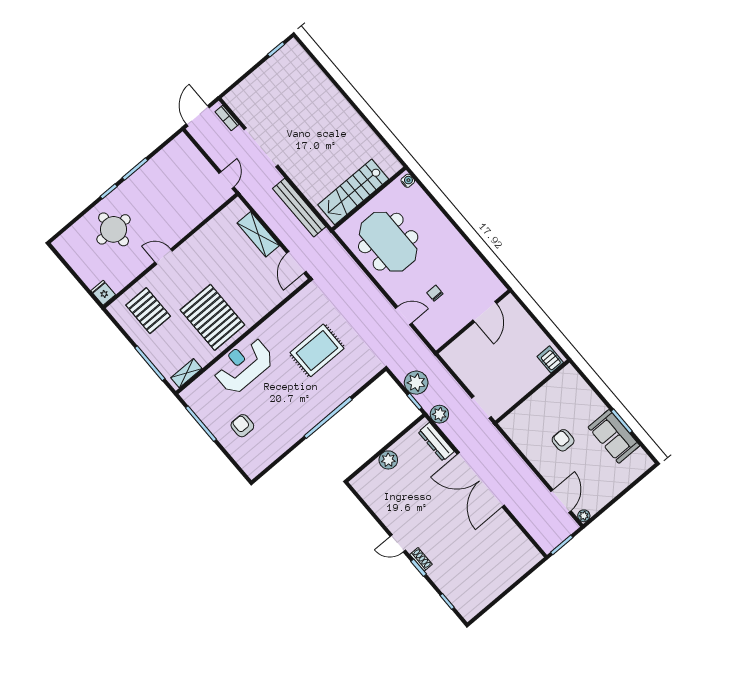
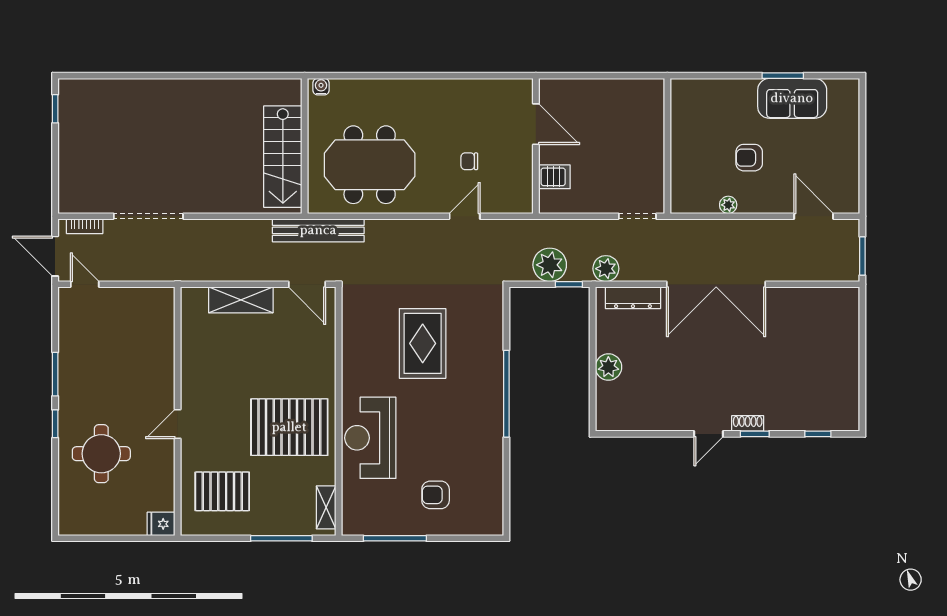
door: (227, 180) -> (85, 284), moved
bench: (299, 208) -> (318, 230), moved
server rack: (550, 359) -> (554, 177), moved, turned 180
plant: (584, 516) -> (728, 205), moved

